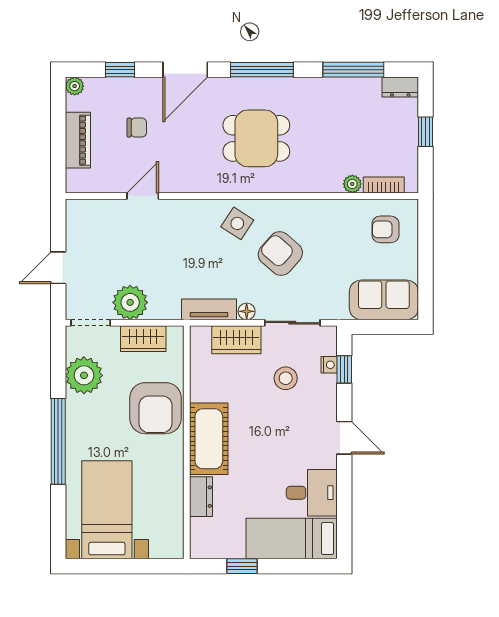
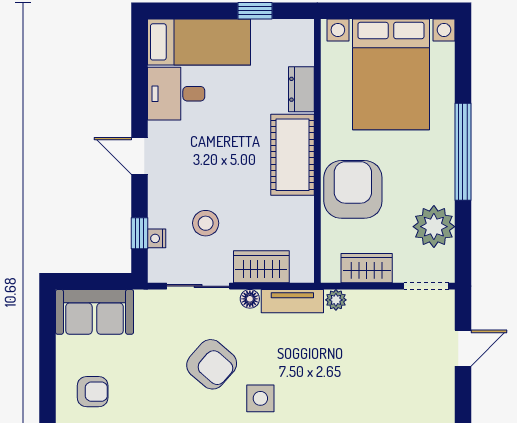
side table: (237, 223) -> (260, 398), turned -33
plant: (130, 302) -> (336, 300), moved, width x0.53, depth x0.53
bed with nightstands: (107, 510) -> (391, 74), width x1.36

